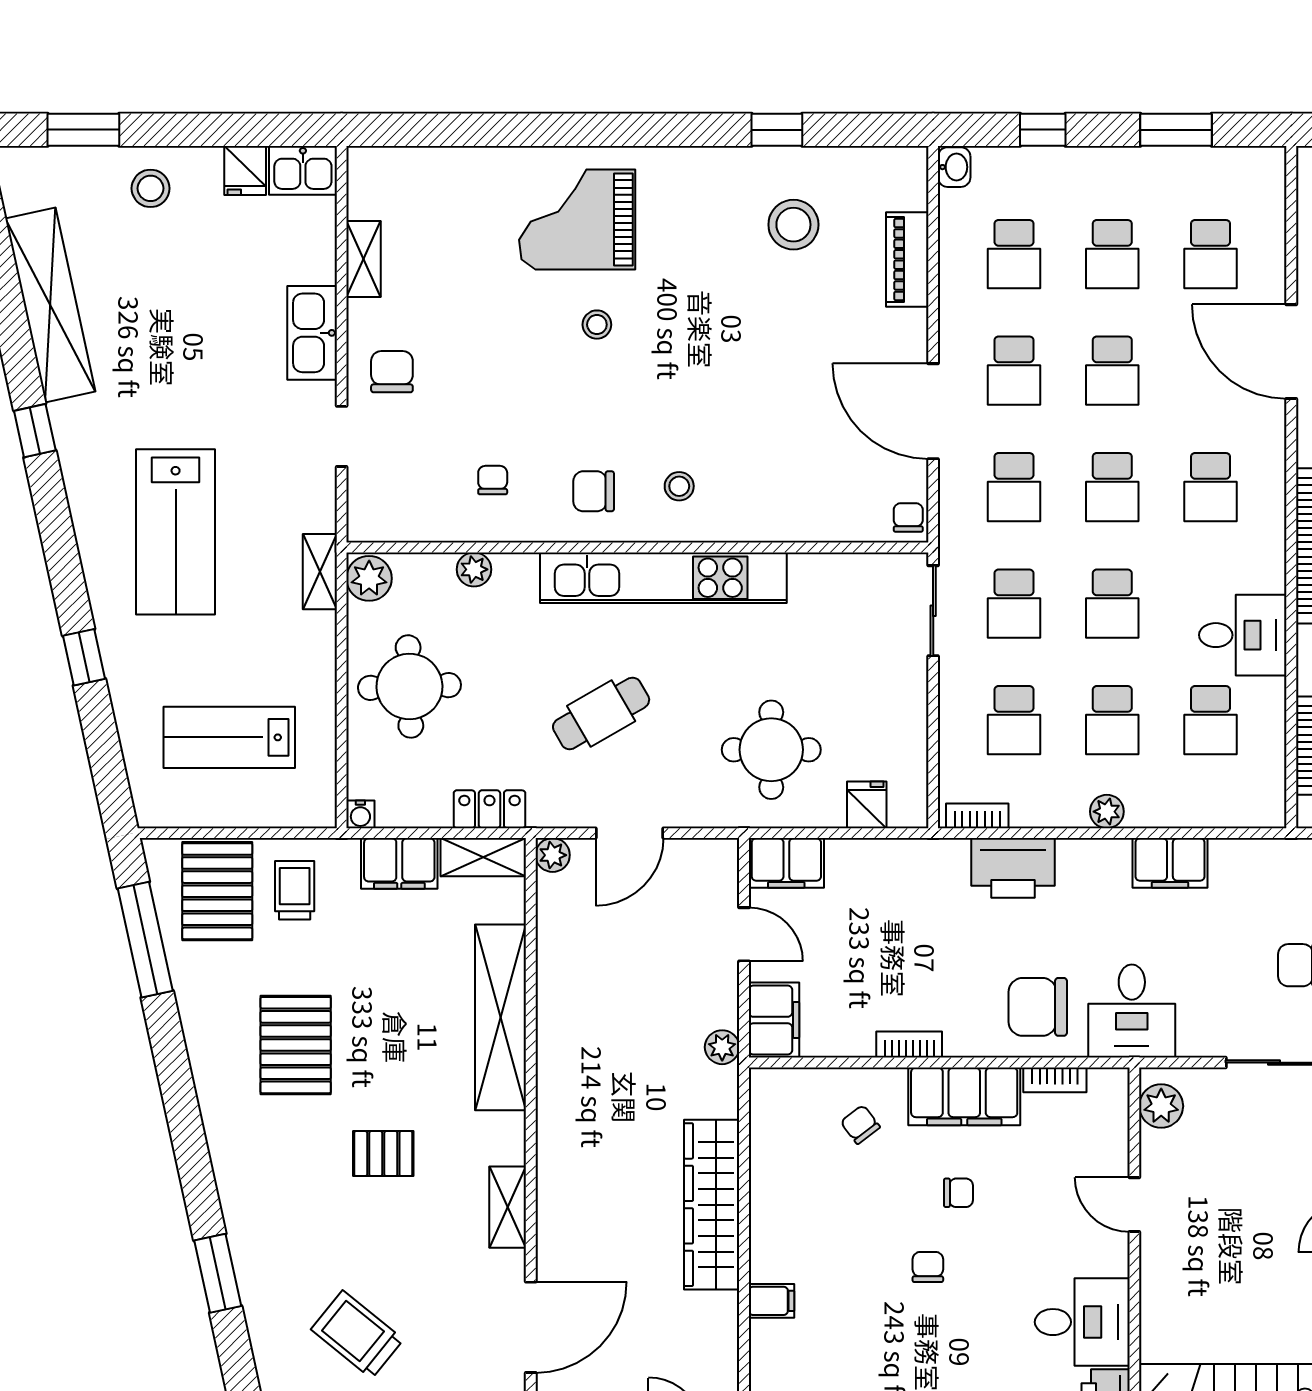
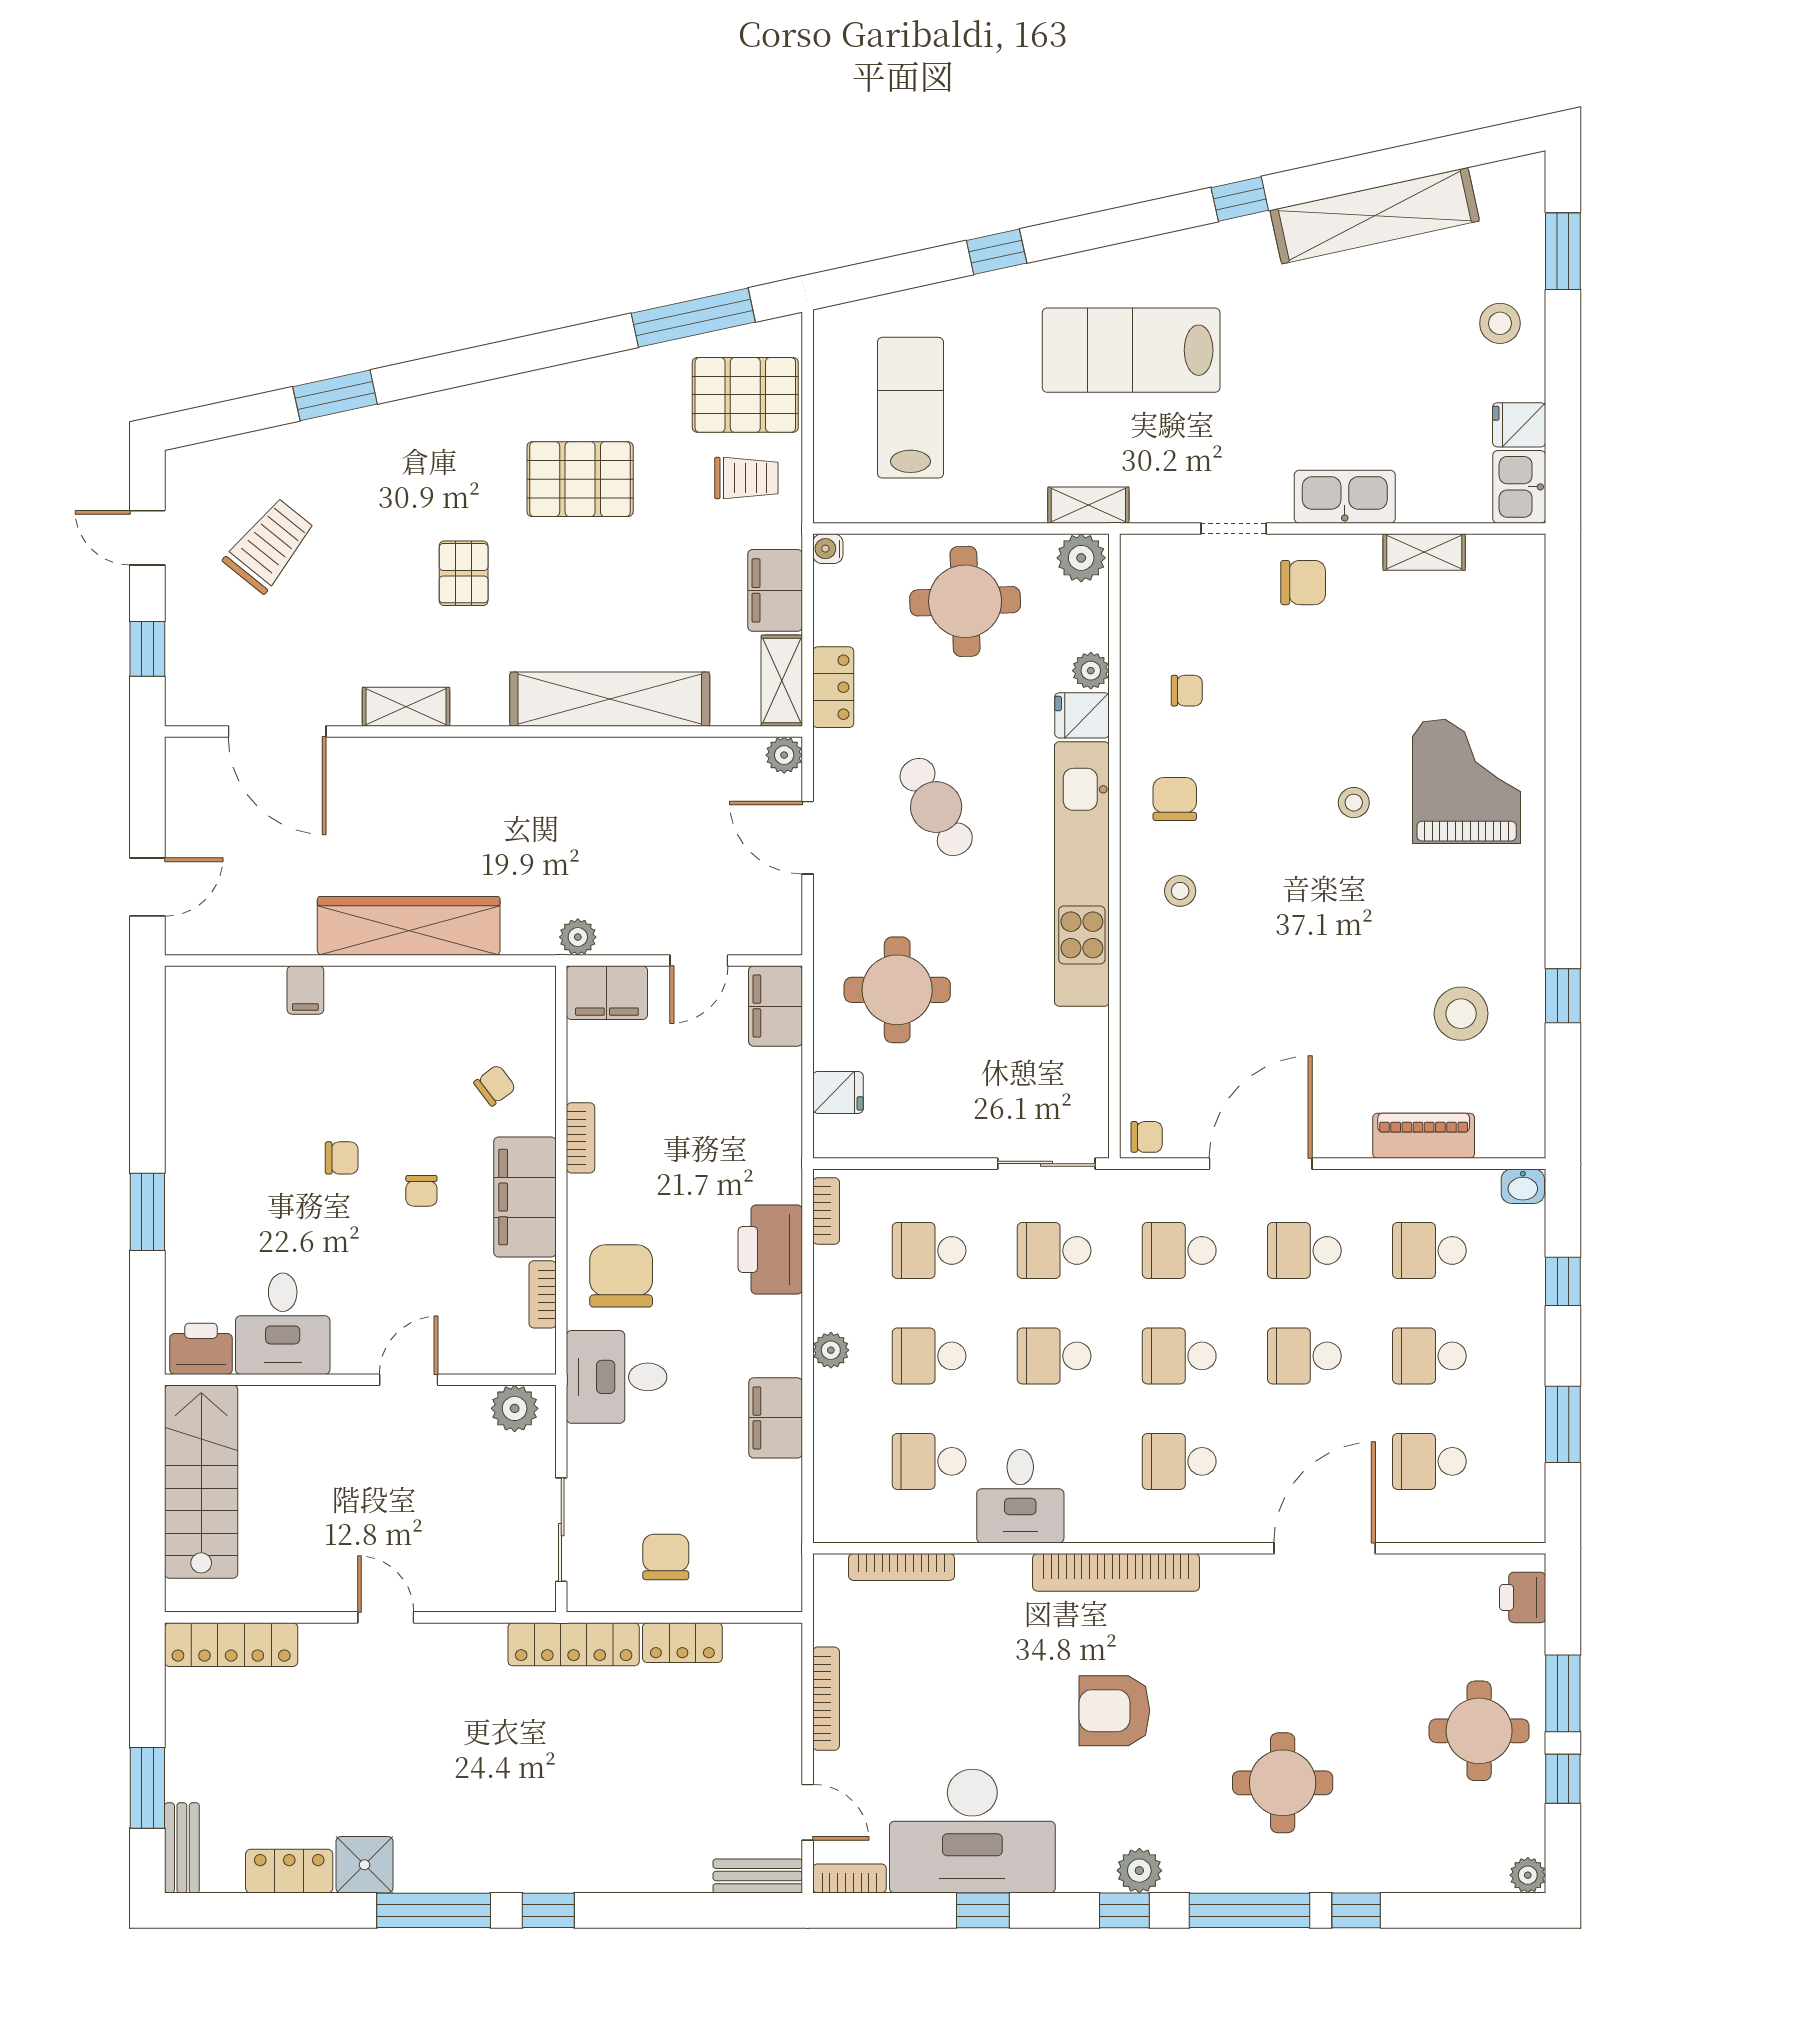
fridge: (516, 578) -> (1082, 715), added

